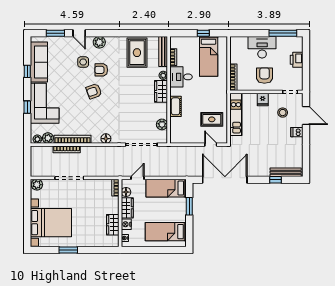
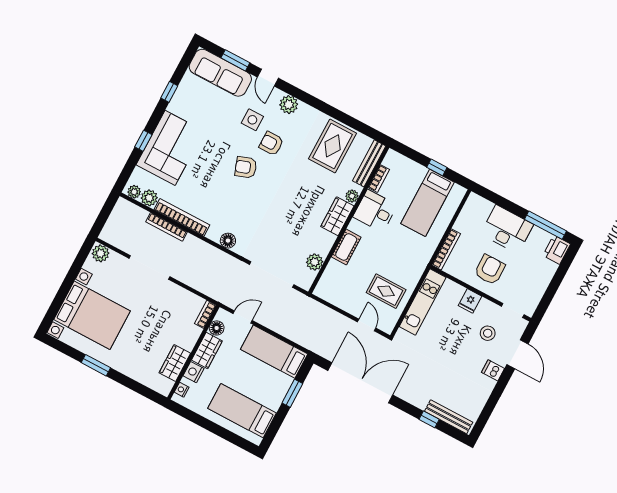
printer: (297, 60) -> (557, 250), moved
sofa: (39, 62) -> (220, 73), moved, turned 90

